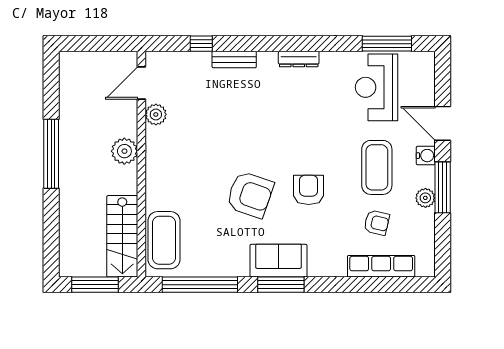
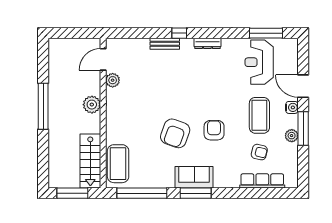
window: (201, 44) -> (179, 33), moved
armchair: (250, 195) -> (175, 133), turned 91

